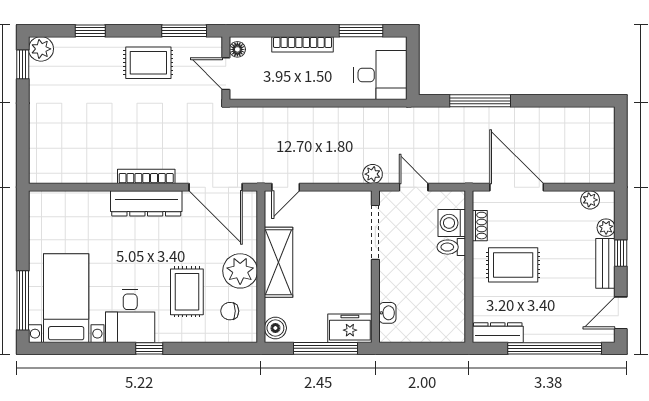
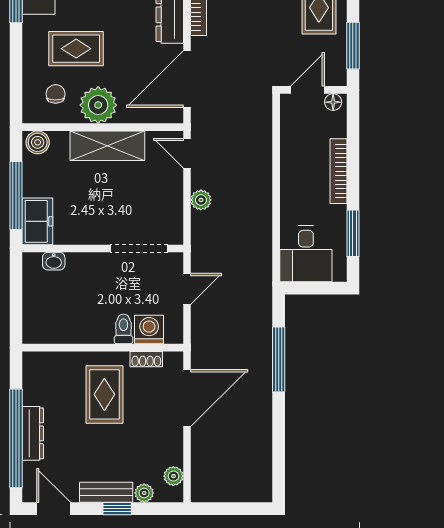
plant: (373, 174) -> (201, 200), moved
dresser: (498, 333) -> (33, 433), moved

